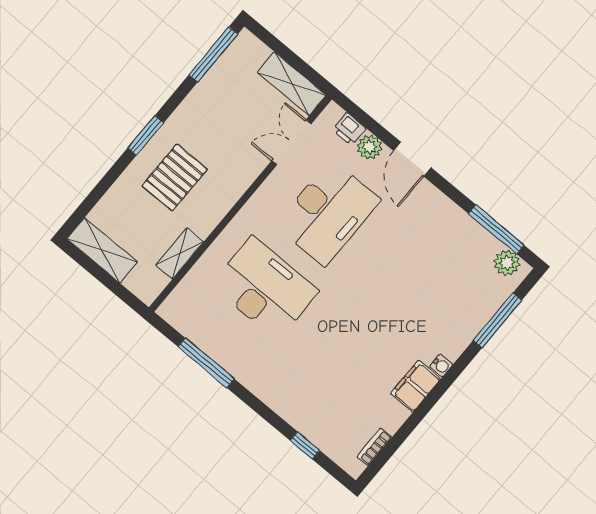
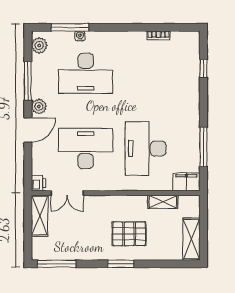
printer: (349, 129) -> (38, 183), moved
plant: (369, 147) -> (39, 106), moved
window: (496, 229) -> (28, 81), moved
desk: (423, 292) -> (86, 73), added
water cooler: (441, 365) -> (80, 36), moved
filing cabinet: (416, 386) -> (186, 182), moved, turned 180
bookcase: (374, 447) -> (158, 35), moved

